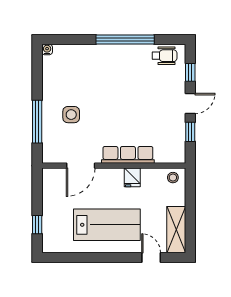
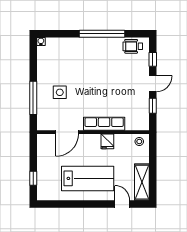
wheelchair: (164, 56) -> (133, 46), turned 180

